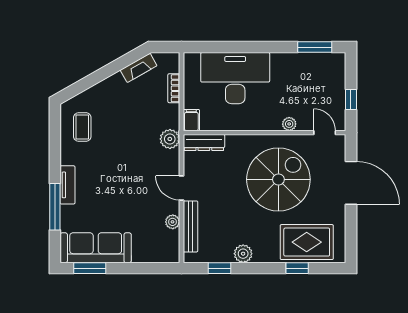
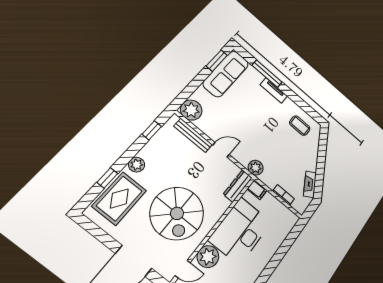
desk: (235, 78) -> (240, 231), moved, turned 180
plant: (289, 124) -> (208, 257), width x1.87, depth x1.87
plant: (173, 222) -> (191, 110), moved, width x1.88, depth x1.88
plant: (243, 254) -> (137, 165), moved

